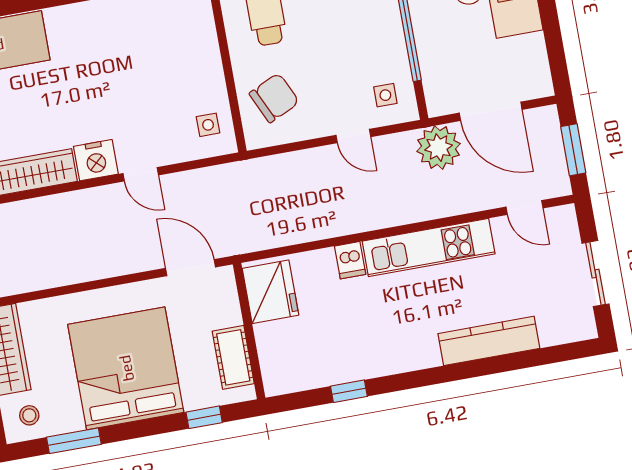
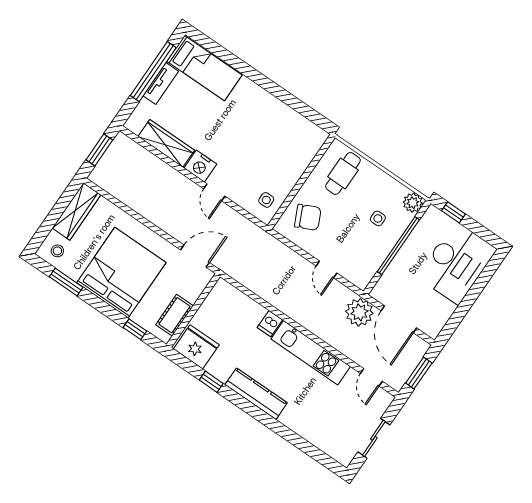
side table: (385, 95) -> (378, 218), moved
door: (190, 268) -> (195, 256), hinge flipped
fridge: (270, 292) -> (196, 347), moved, turned -90
kitchen counter: (489, 341) -> (256, 394), moved

